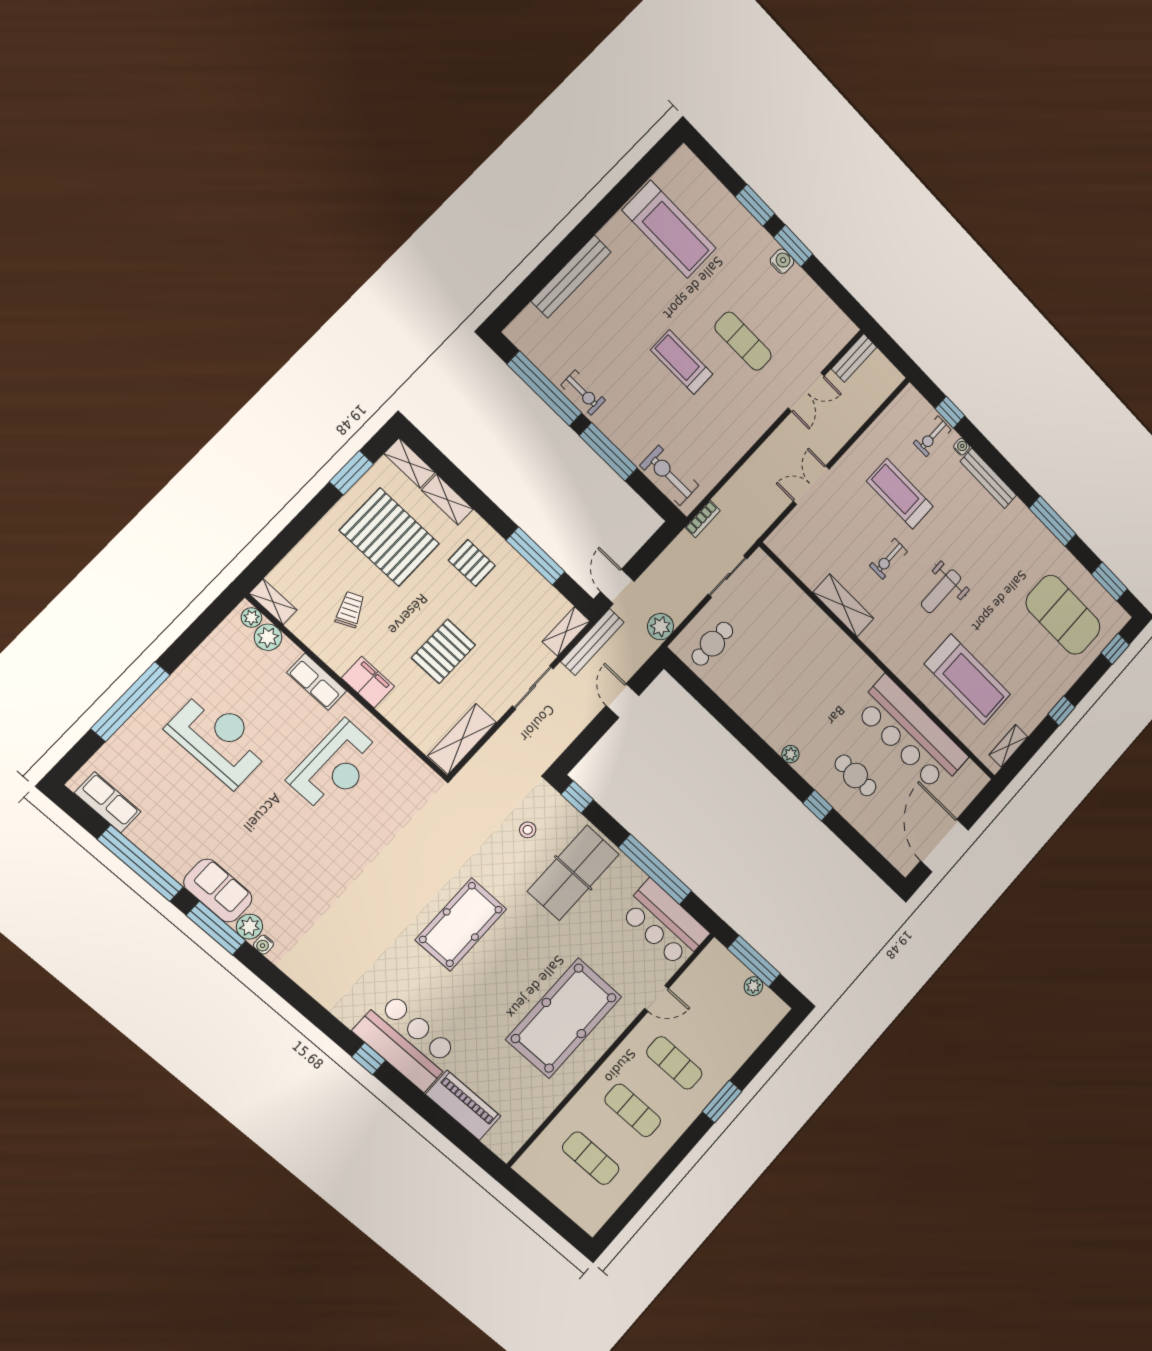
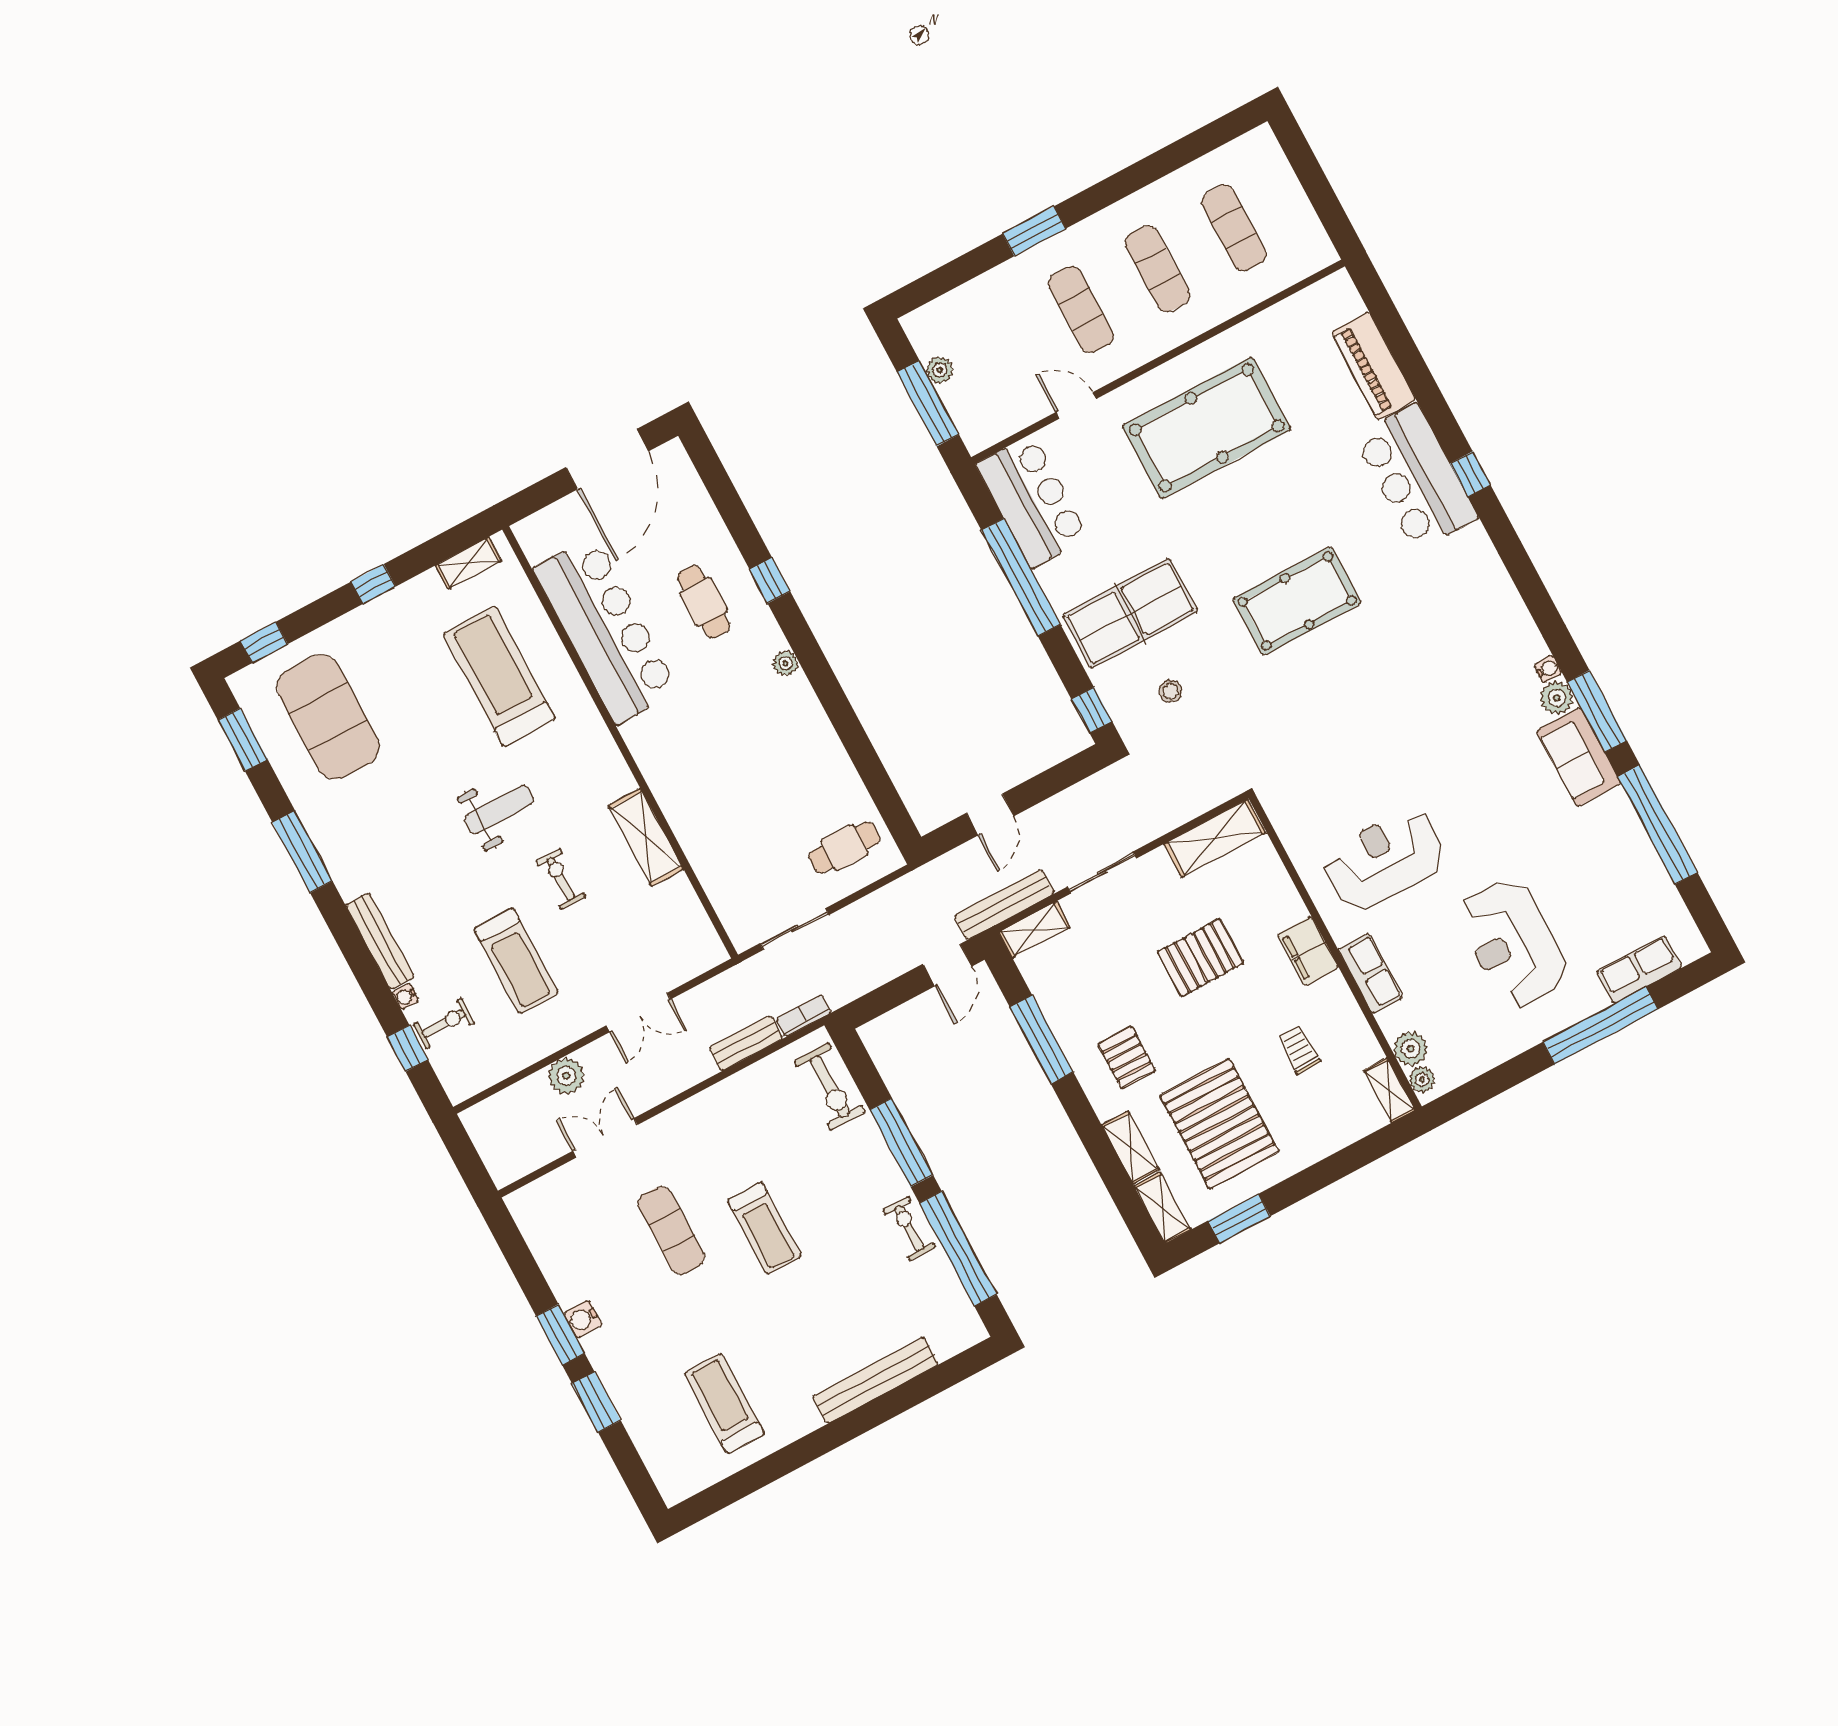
treadmill: (669, 229) -> (724, 1404), width x0.73, depth x0.73
bench: (854, 358) -> (746, 1043), moved
exercise bike: (889, 559) -> (561, 879), turned -90
trolley: (350, 610) -> (1299, 1049), turned 115
plant: (660, 627) -> (566, 1076), moved
row of seats: (108, 802) -> (1639, 969), moved, turned 90

